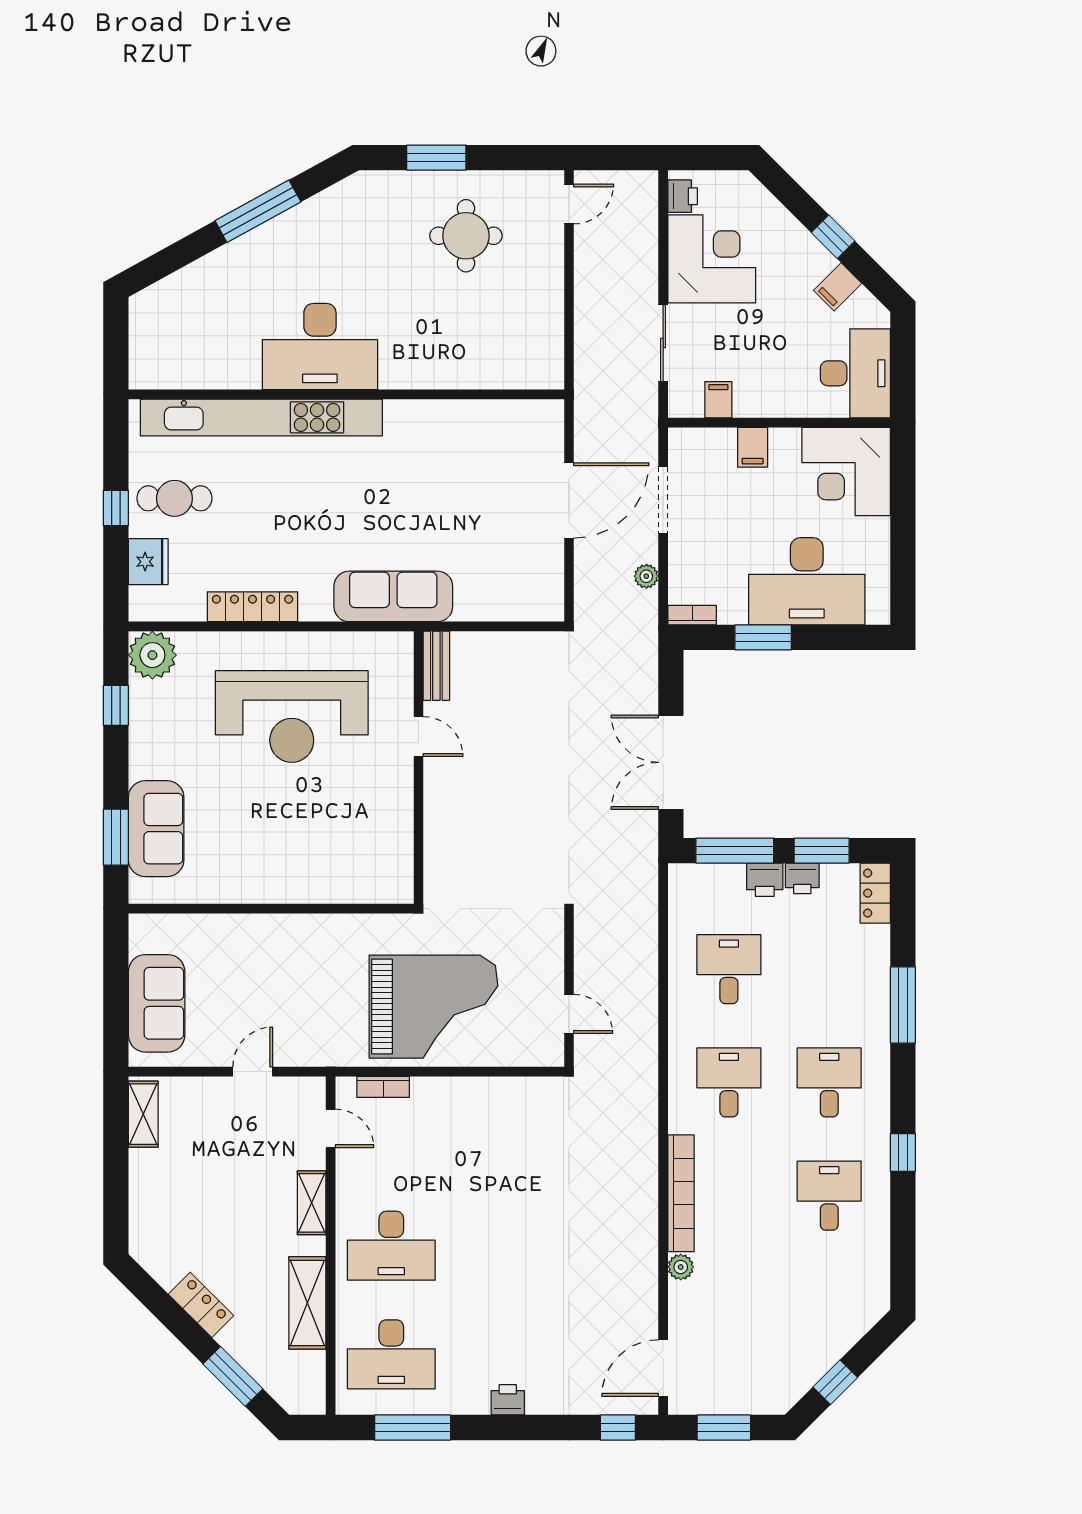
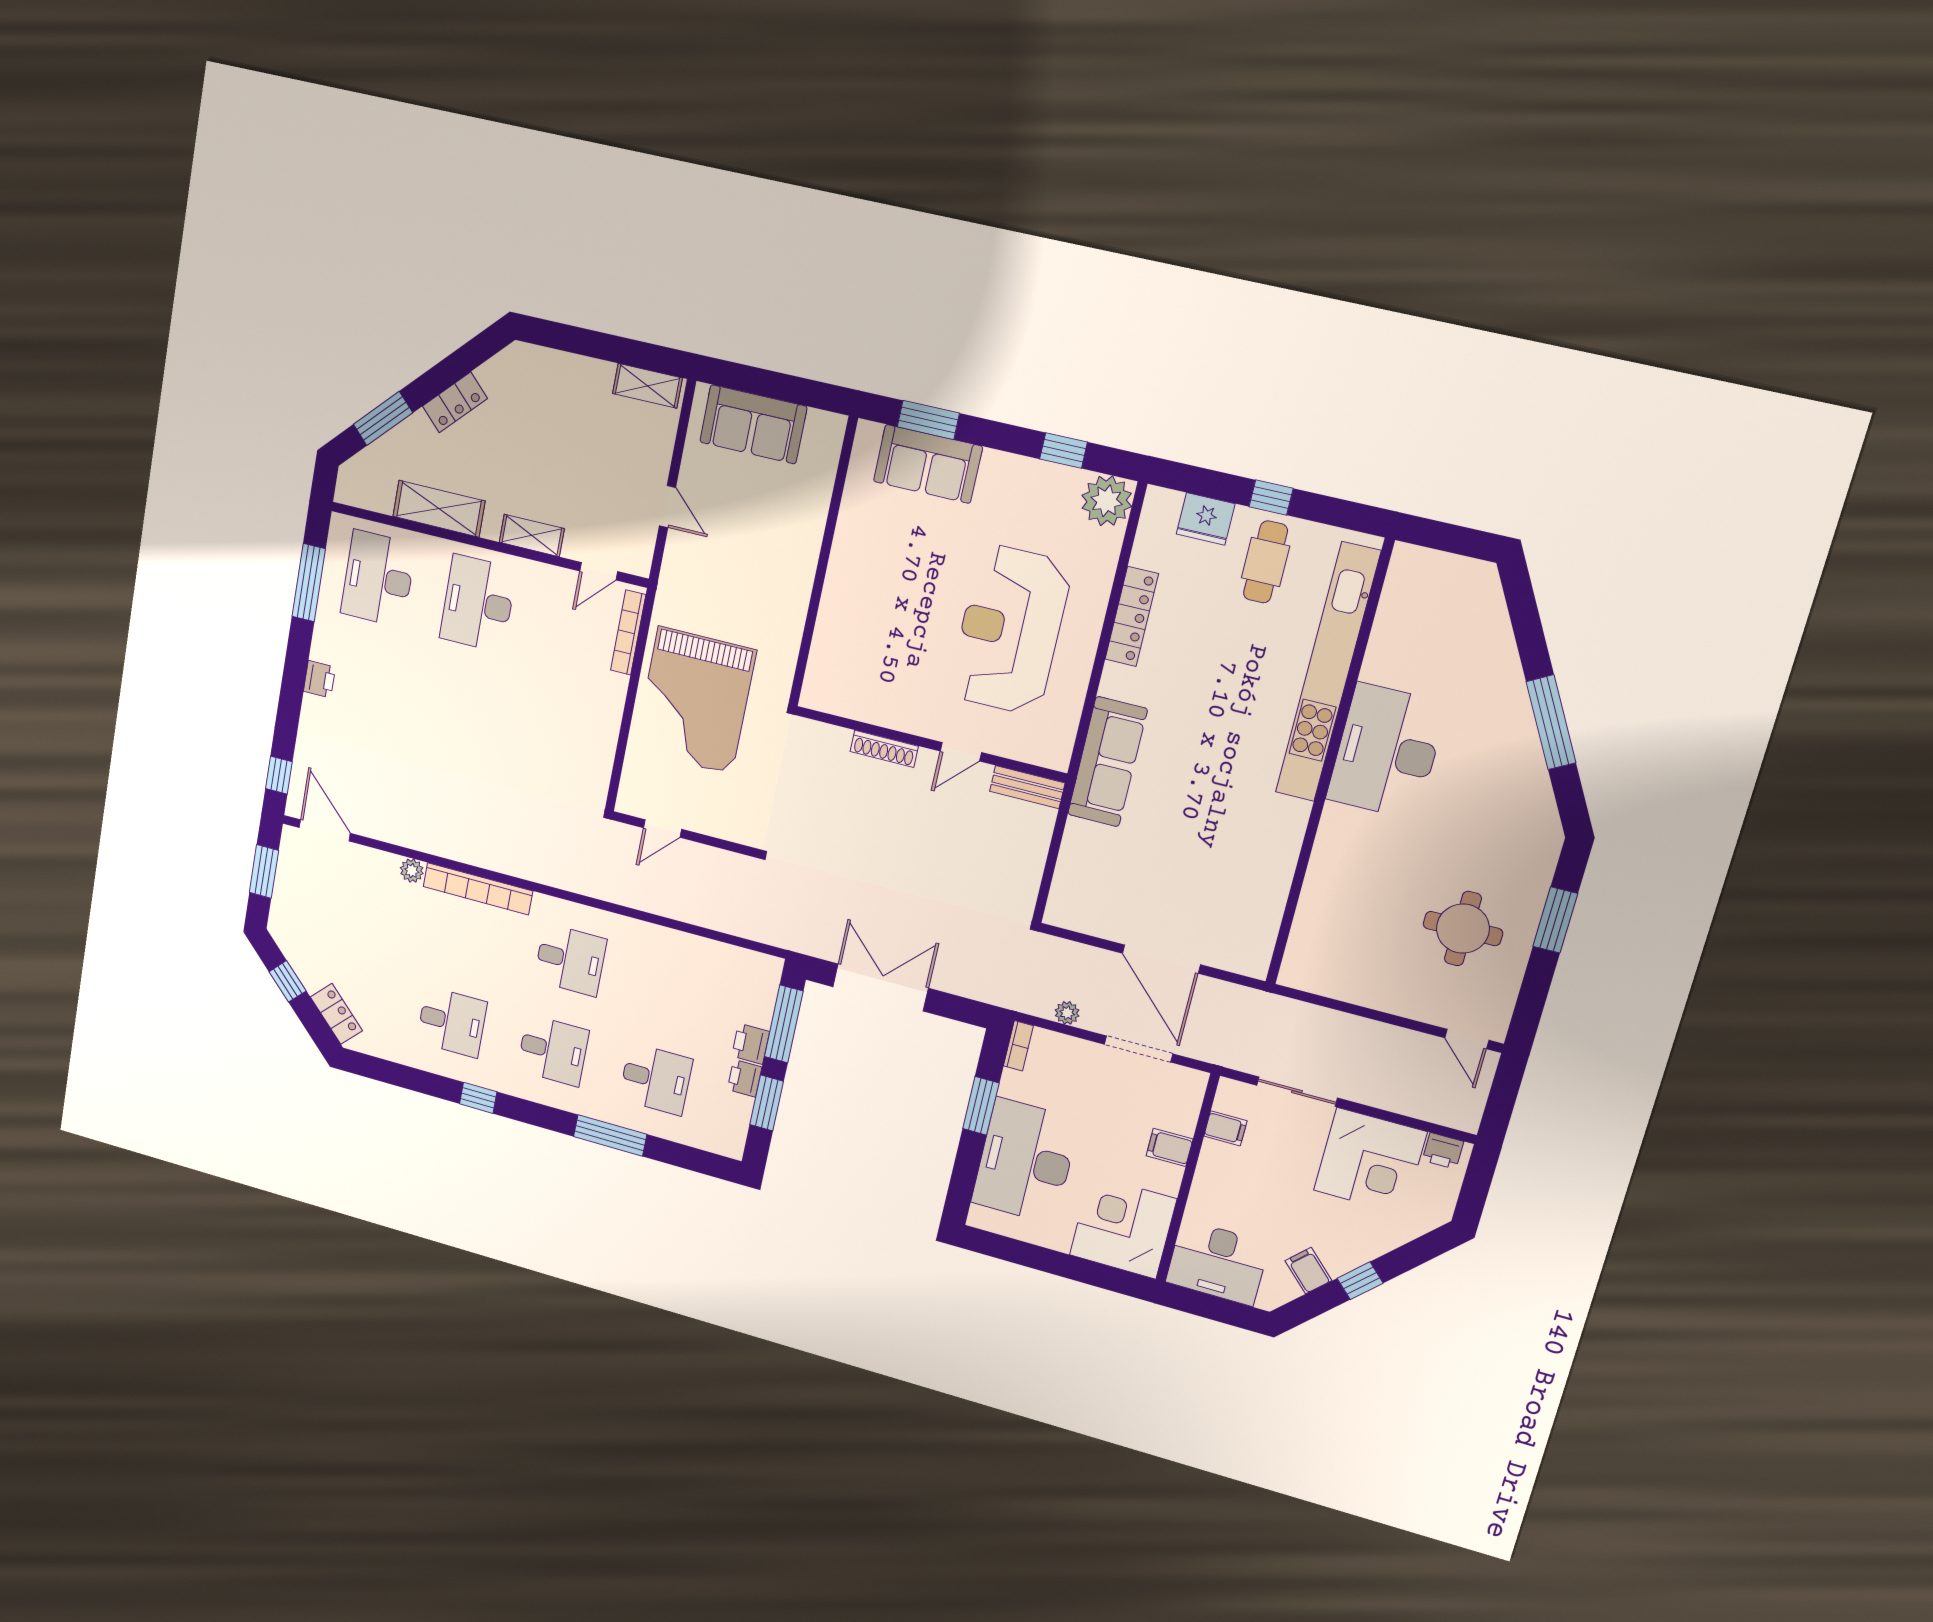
shoe rack: (434, 811) -> (884, 749), added
locker: (875, 893) -> (336, 1014), moved, turned 45
desk: (729, 969) -> (656, 1079), moved
bookcase: (383, 1087) -> (628, 632), width x1.56

